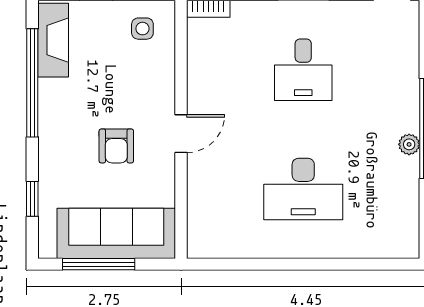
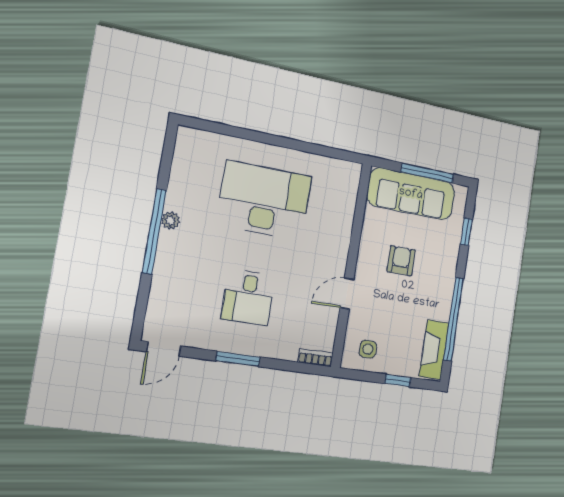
desk: (303, 70) -> (248, 297), turned 180
door: (181, 134) -> (347, 293), moved
desk: (303, 189) -> (264, 200), width x1.36, depth x1.30

